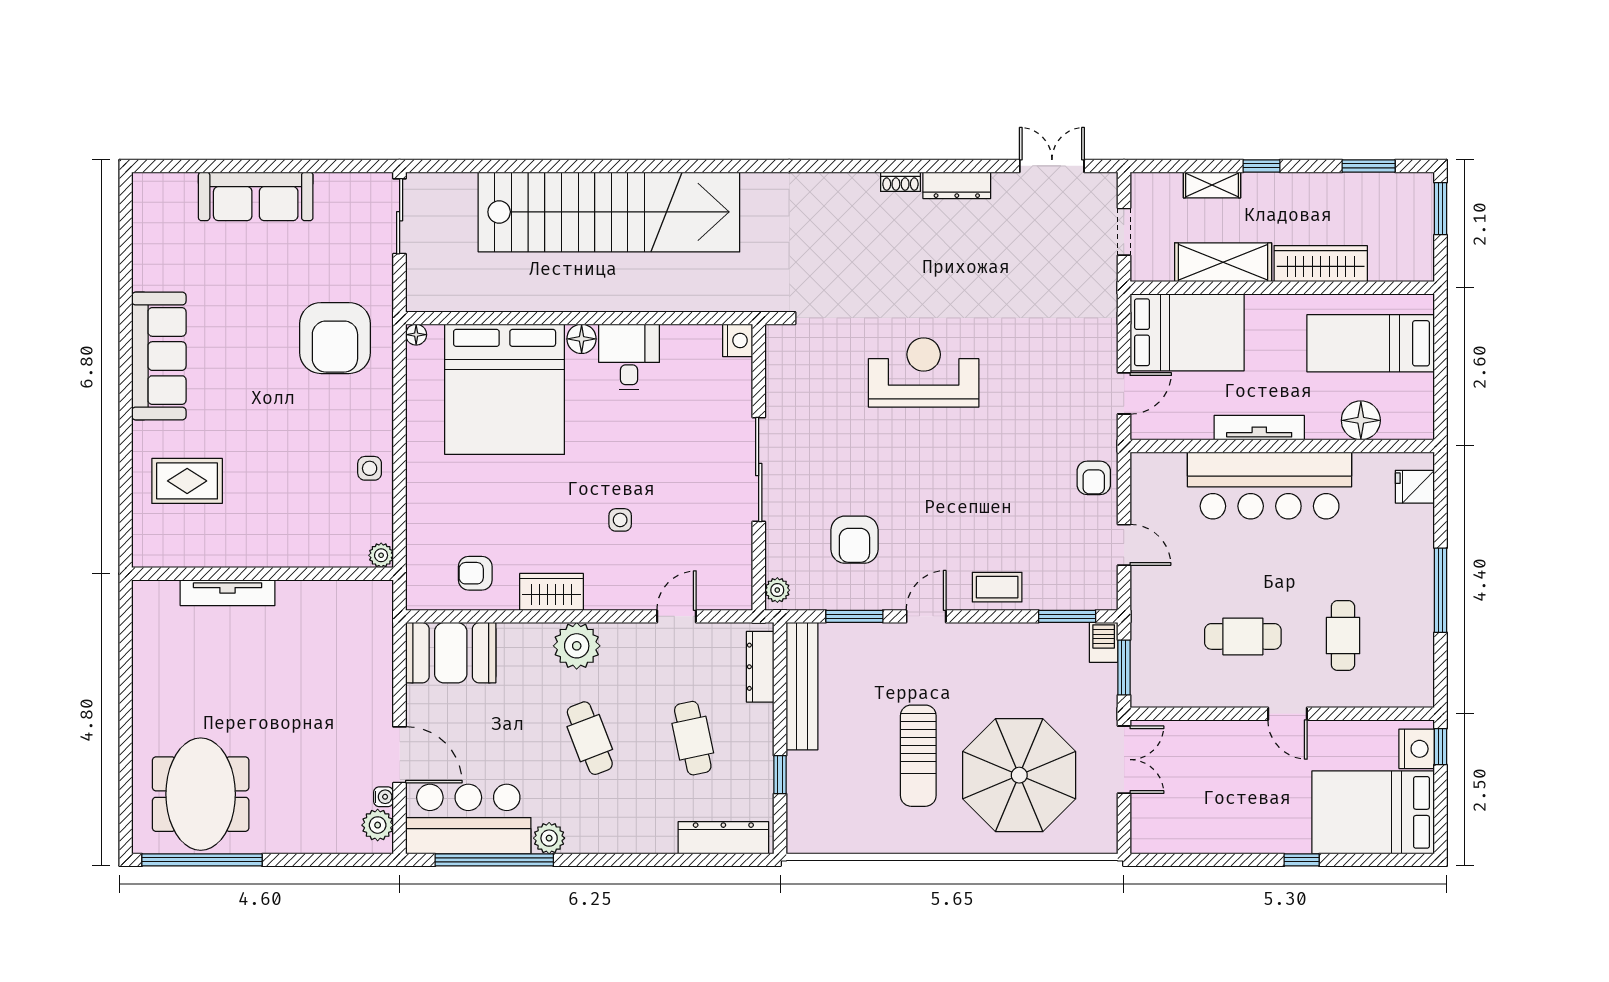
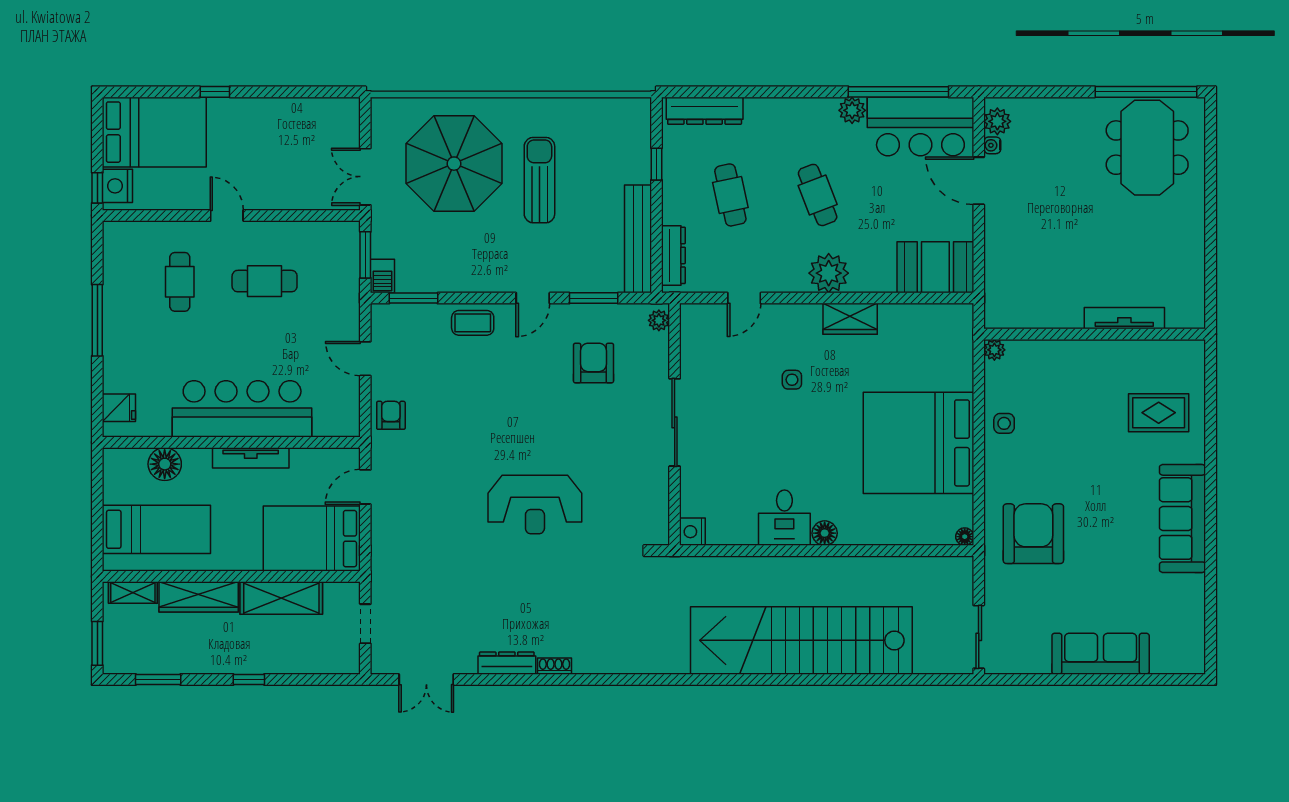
shelving: (1212, 185) -> (133, 592), moved
bed: (505, 389) -> (918, 443), moved, turned -90
armchair: (475, 573) -> (915, 335), removed

